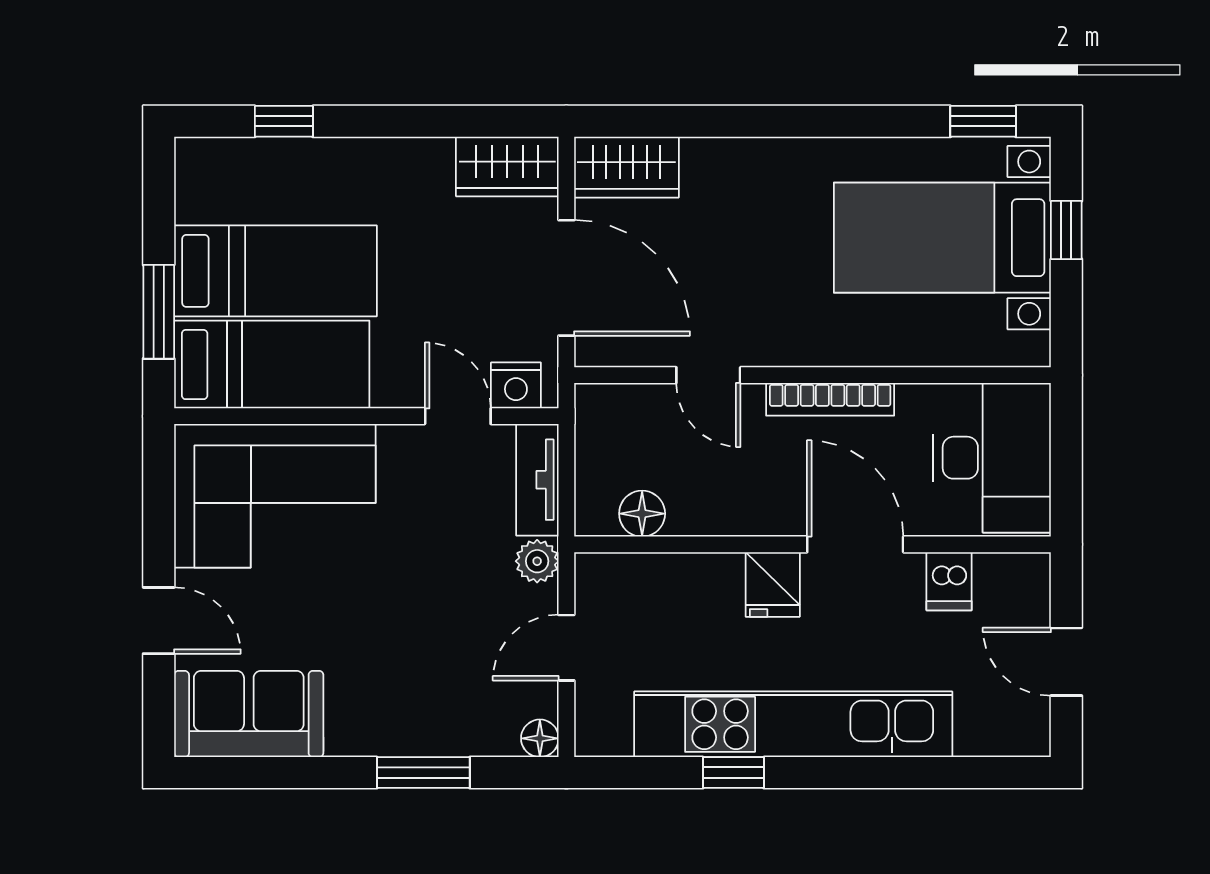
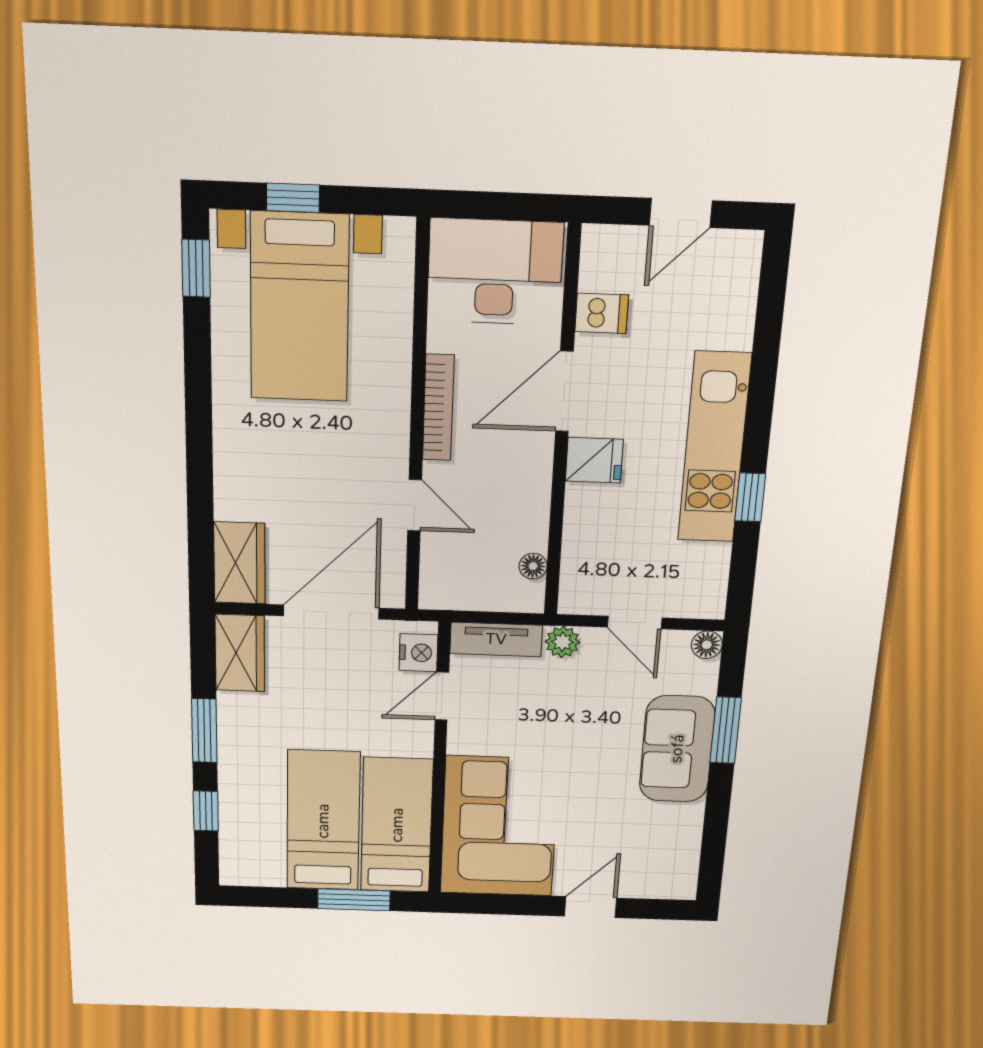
window: (399, 121) -> (204, 731), added
door: (708, 375) -> (415, 505), hinge flipped
floor lamp: (642, 514) -> (533, 566), width x0.73, depth x0.73
sofa: (249, 714) -> (677, 749), moved
kitchen unit: (793, 724) -> (714, 448), width x0.73

